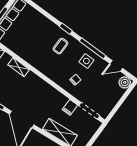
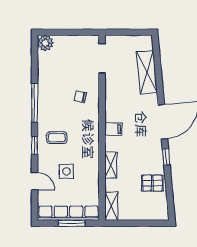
side table: (86, 61) -> (66, 171), moved
door: (116, 66) -> (35, 181), moved
filing cabinet: (70, 107) -> (113, 129), moved

